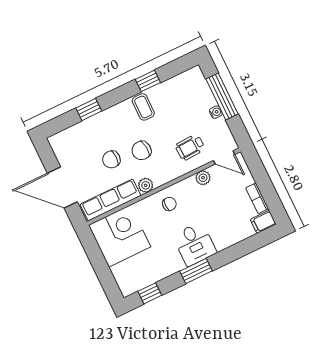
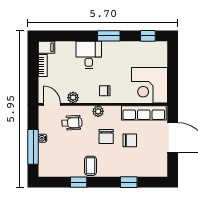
chair: (142, 150) -> (106, 137), turned 96
plant: (146, 185) -> (98, 111), moved
desk: (195, 244) -> (89, 55), moved

